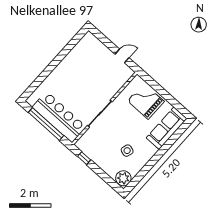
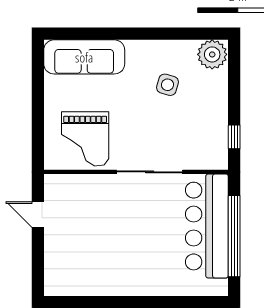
grand piano: (146, 101) -> (85, 139), moved

